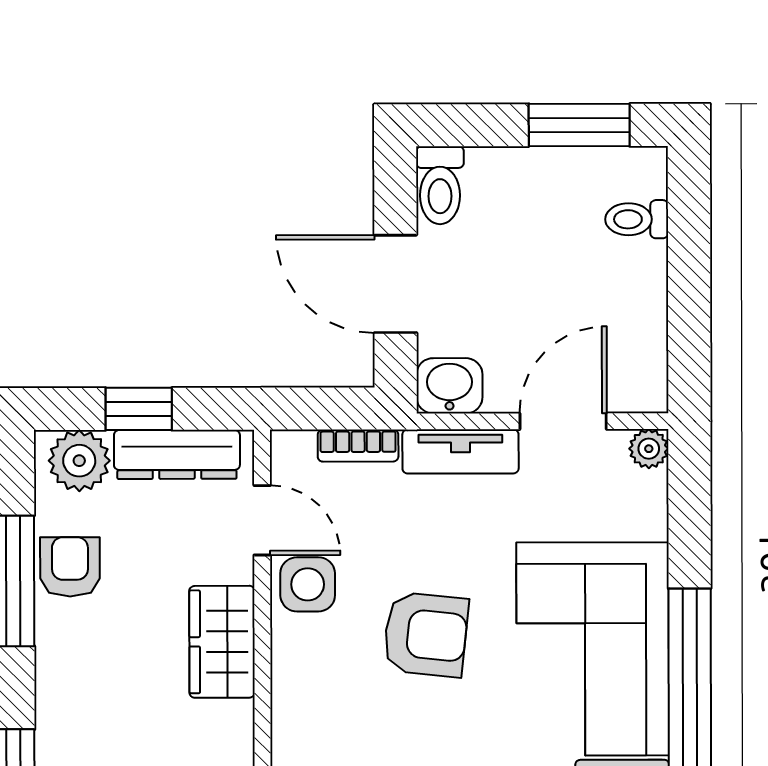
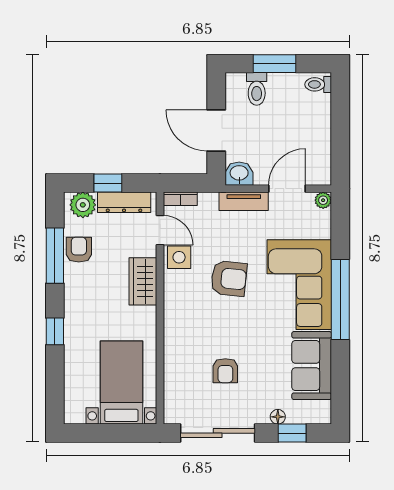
window: (579, 125) -> (274, 64), moved
toilet: (440, 185) -> (257, 89), moved
toilet: (637, 219) -> (318, 84), moved
bookcase: (358, 446) -> (180, 199), moved

